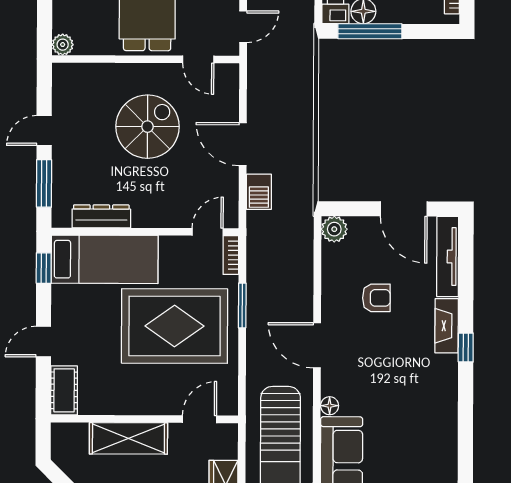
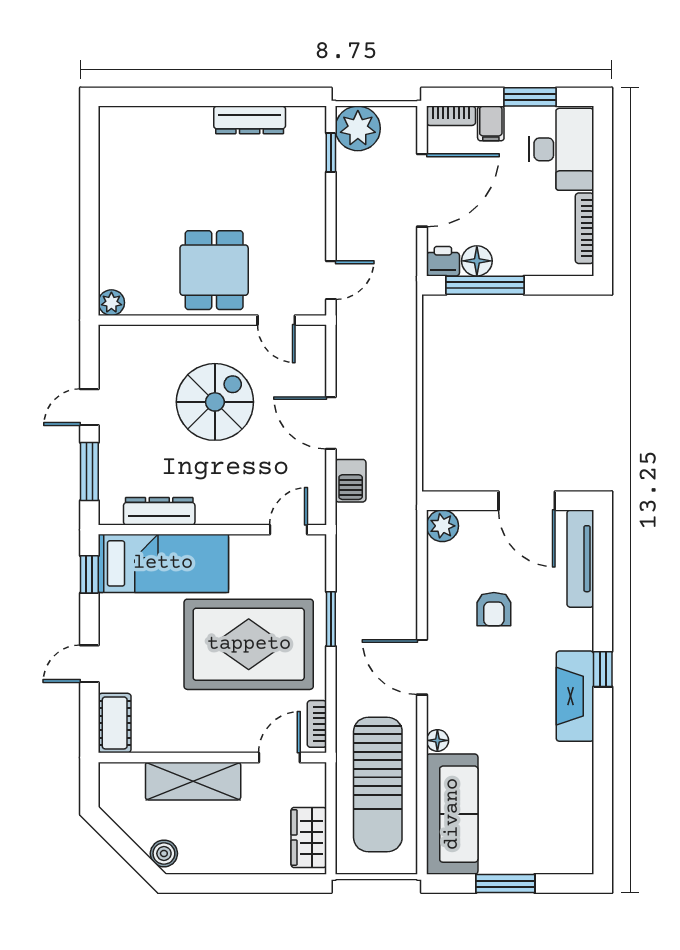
bookcase: (231, 255) -> (317, 724), moved
armchair: (376, 298) -> (494, 609), turned 90
fireplace: (447, 326) -> (575, 696), moved, width x1.37, depth x1.32

